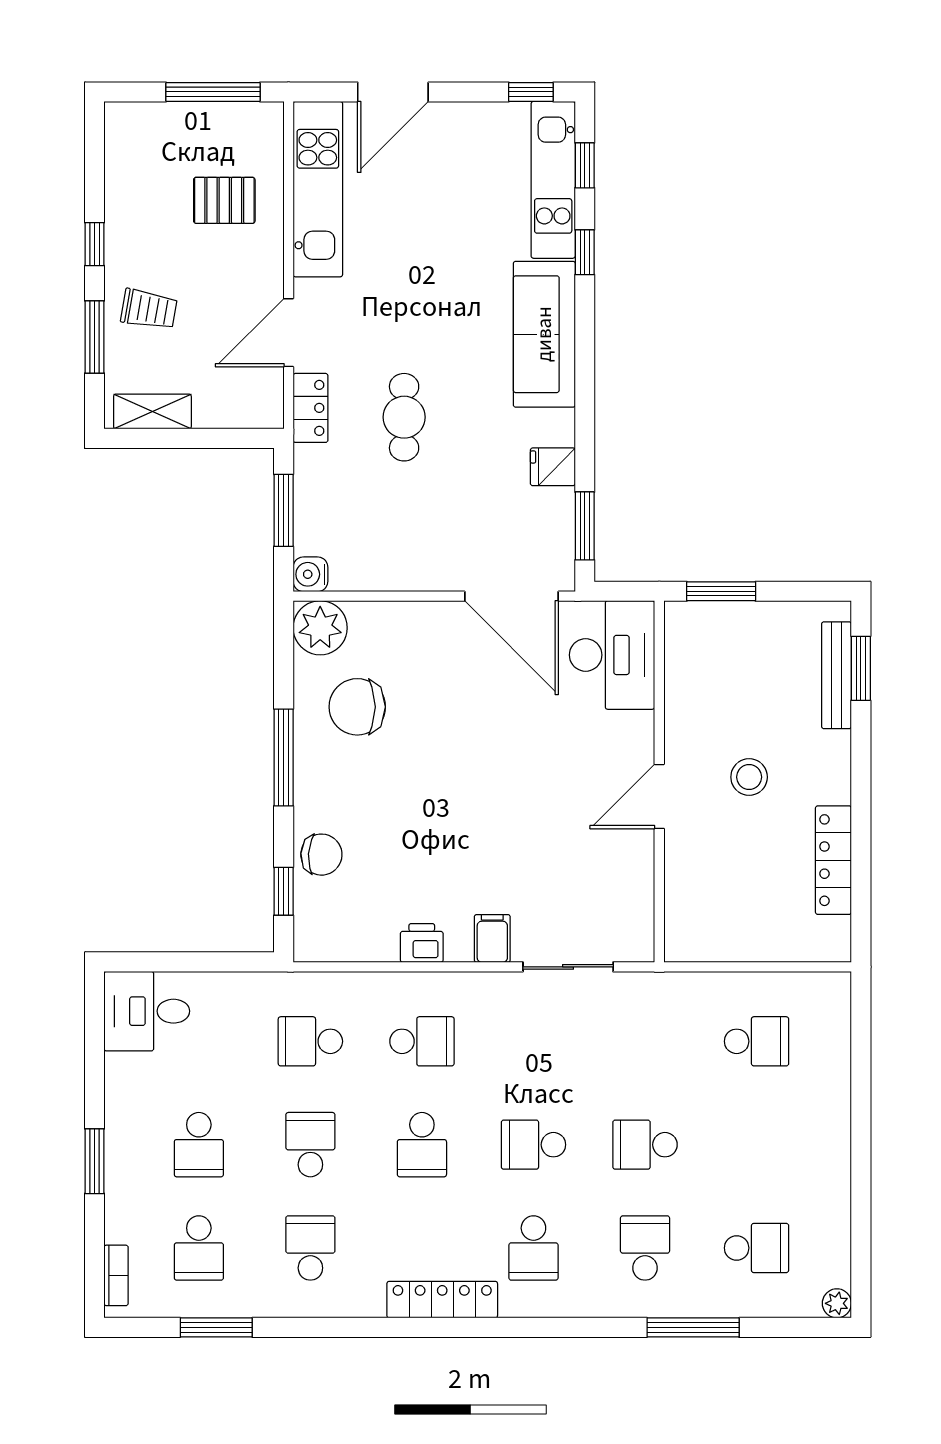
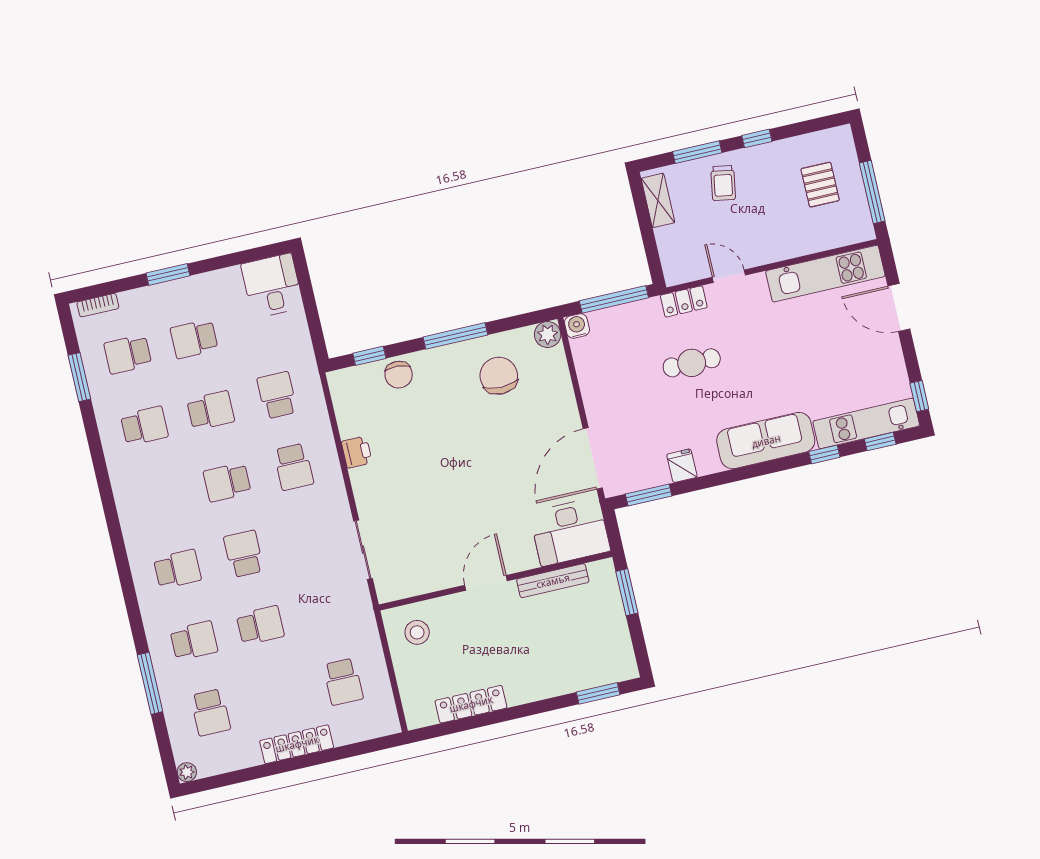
pallet: (224, 200) -> (820, 185), moved
door: (289, 333) -> (729, 276), width x0.73
window: (284, 510) -> (614, 299), width x1.44
plant: (320, 628) -> (548, 334), width x0.73, depth x0.73
bench: (836, 675) -> (553, 581), moved
stool: (749, 777) -> (417, 632), moved
door: (659, 796) -> (486, 583), hinge flipped
filing cabinet: (492, 938) -> (370, 497), removed
school desk: (645, 1145) -> (260, 625), turned 90
school desk: (533, 1248) -> (177, 569), turned 180
locker: (442, 1300) -> (297, 744), moved, turned -90

